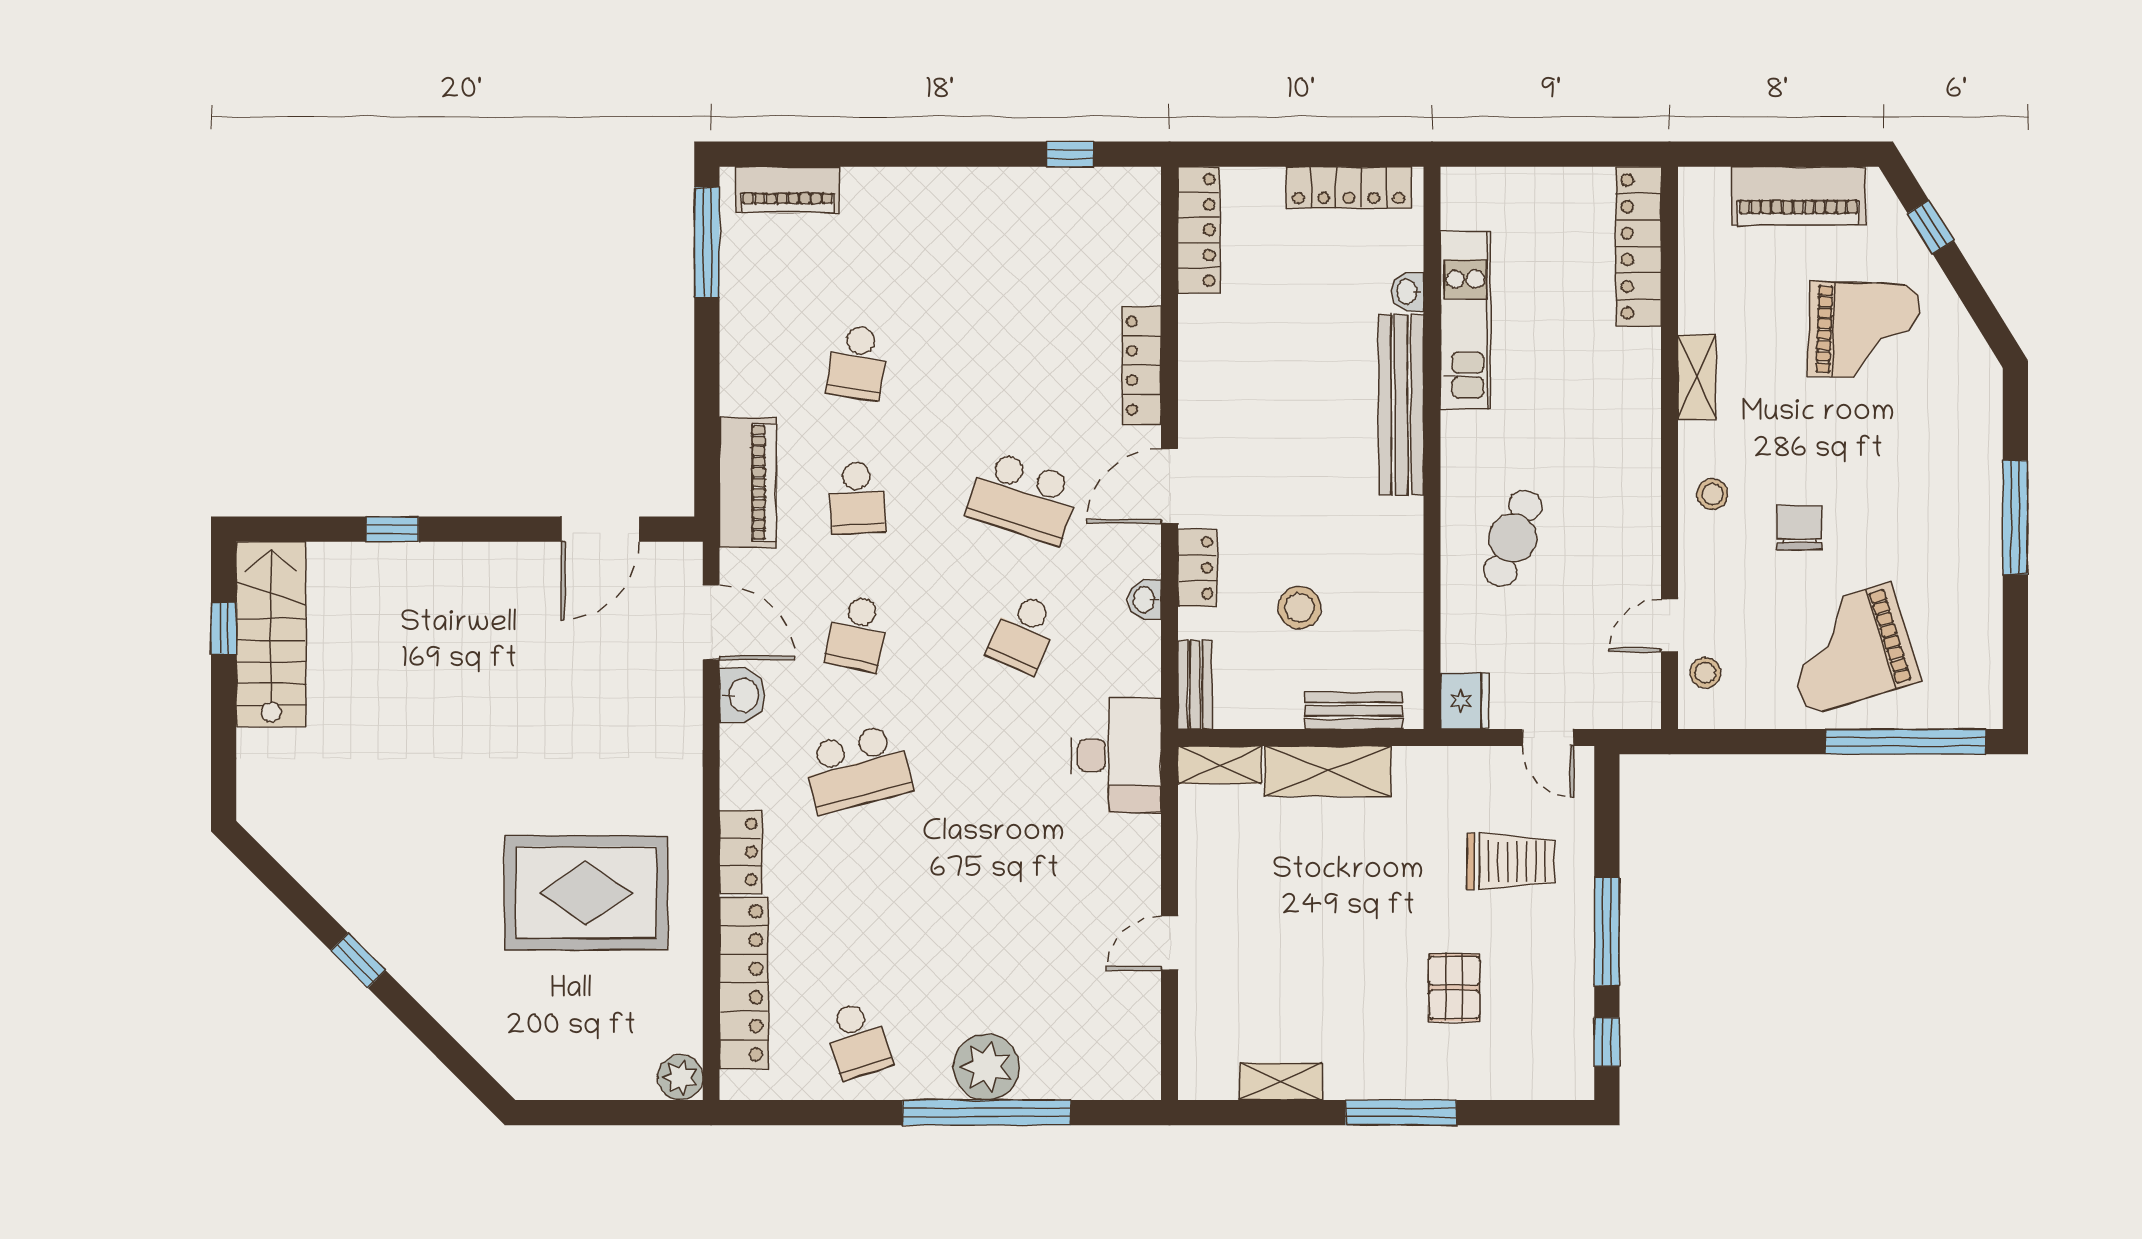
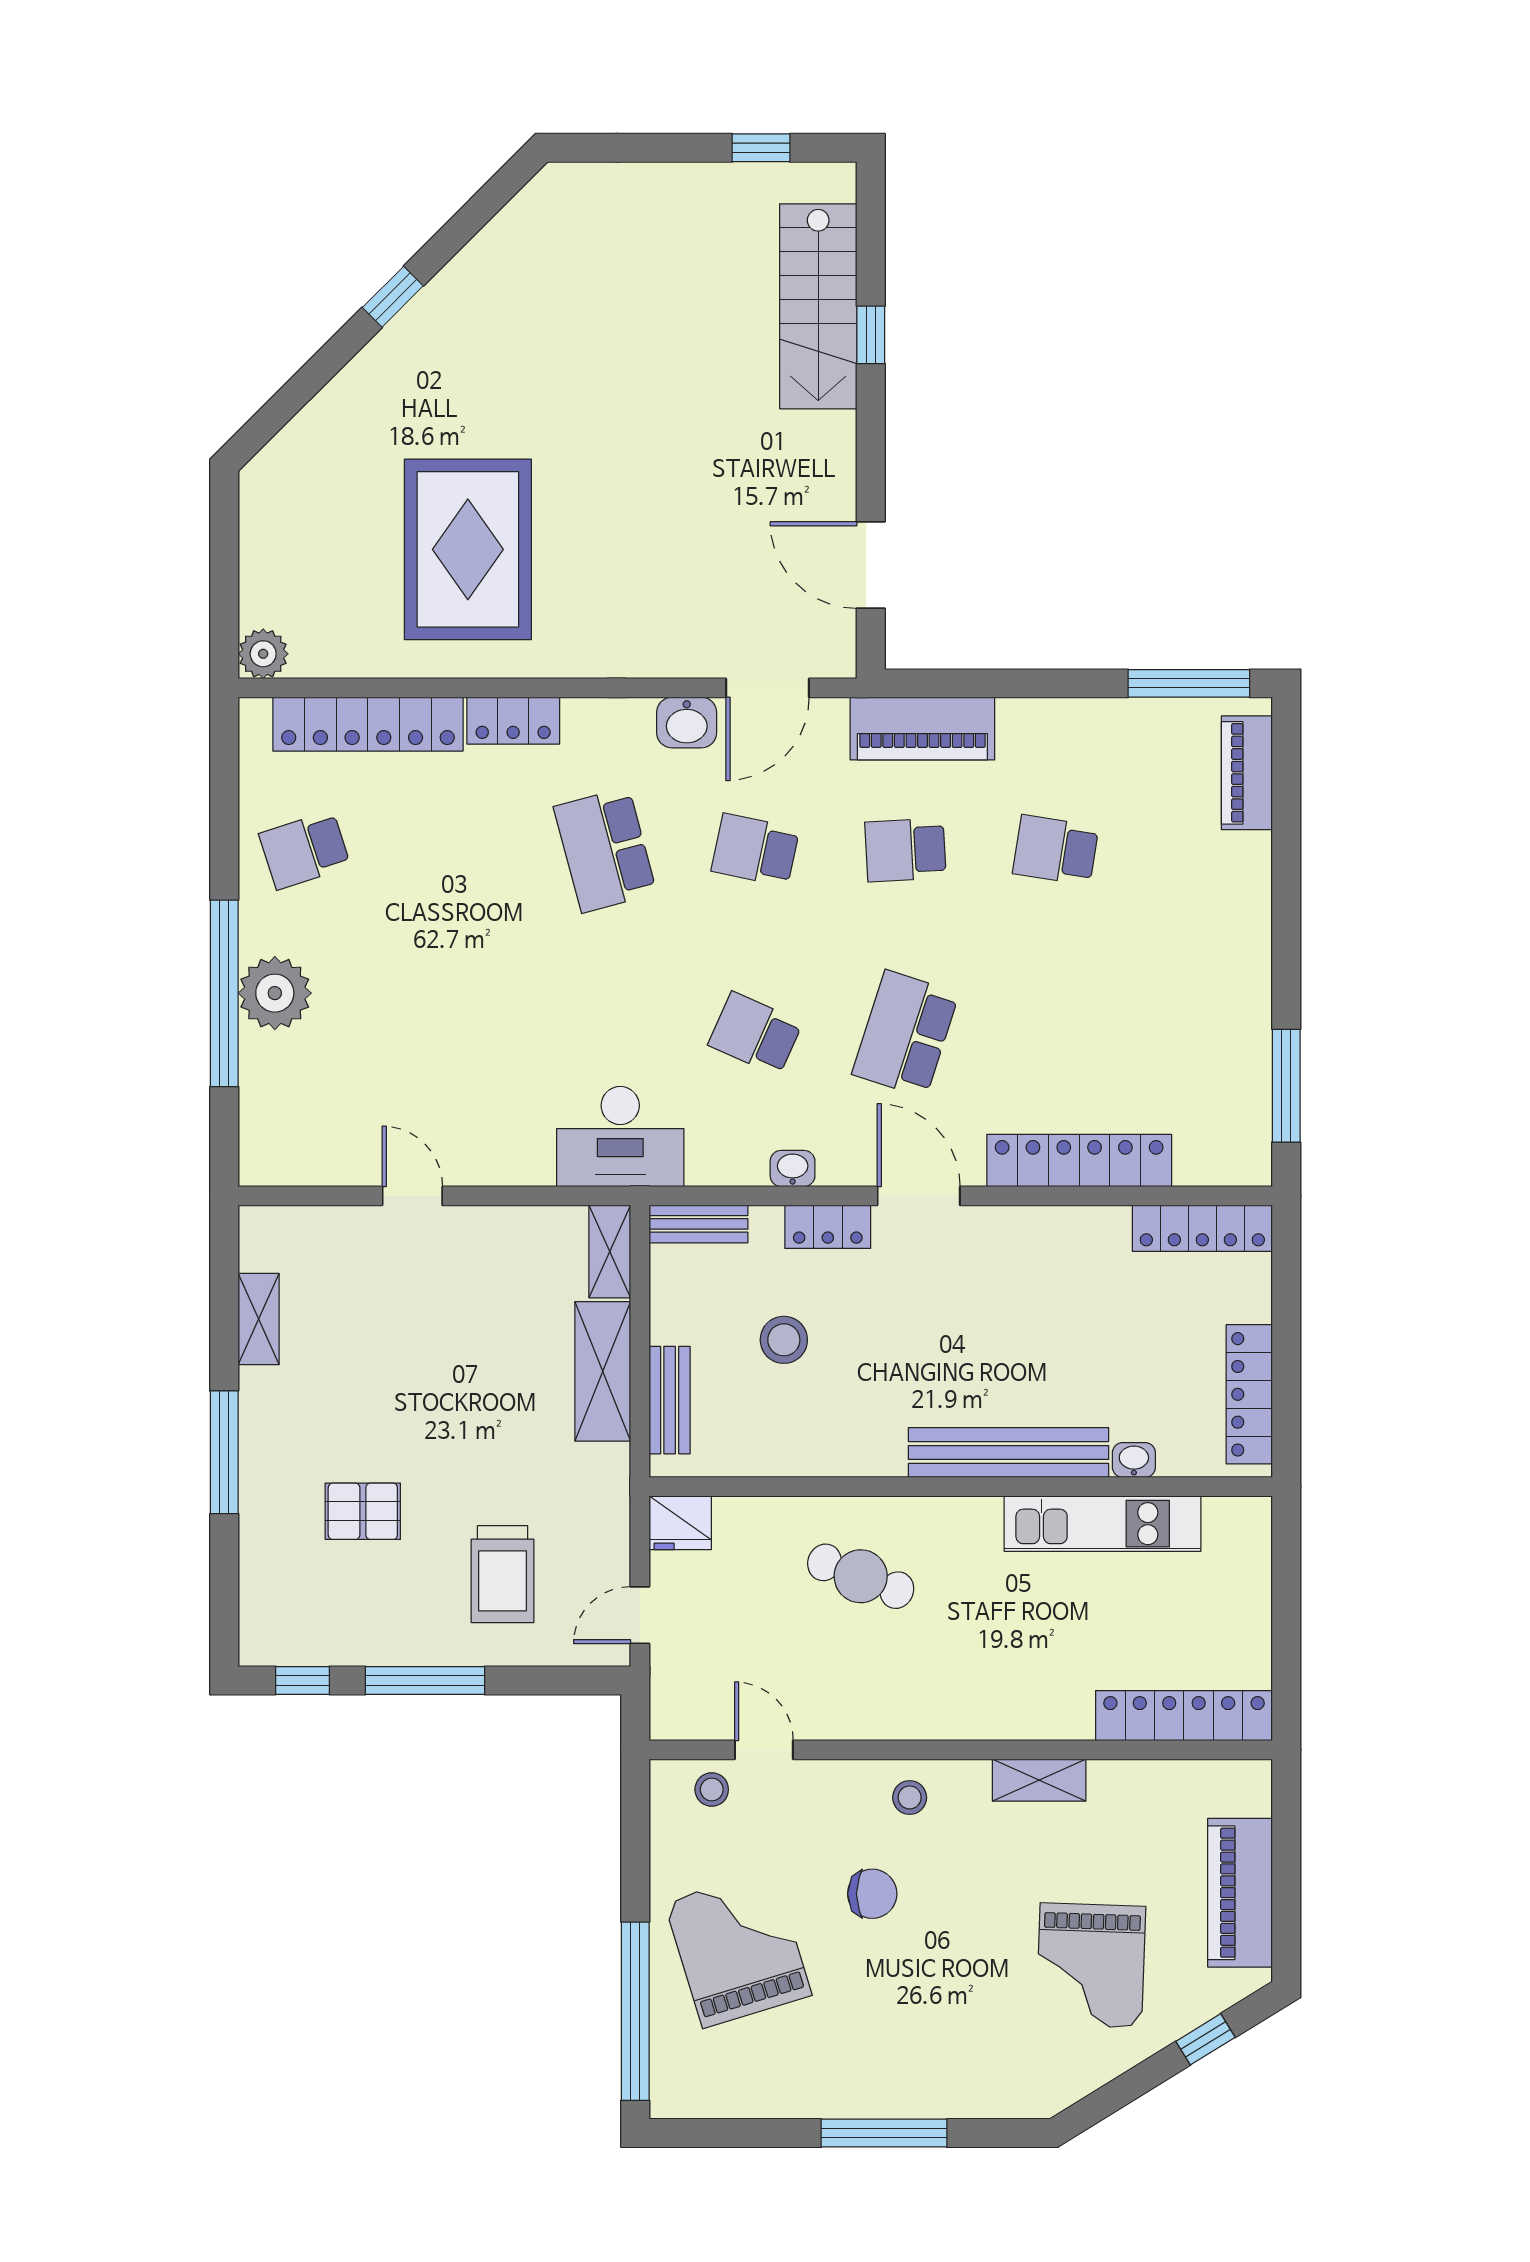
window: (1070, 154) -> (1286, 1086), width x2.17
locker: (1142, 365) -> (1079, 1160), width x1.41, depth x1.21
stairs: (271, 634) -> (818, 306), moved, turned 90

